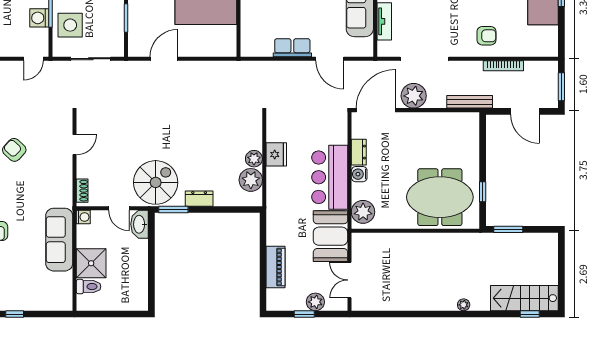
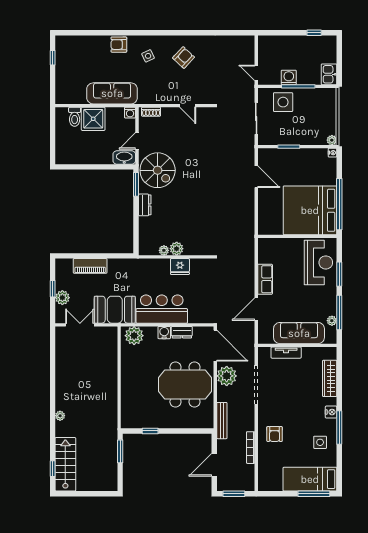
plant: (251, 180) -> (164, 250), width x0.53, depth x0.53
side table: (12, 194) -> (148, 56), added
meeting table: (440, 197) -> (185, 385), moved, turned 90

